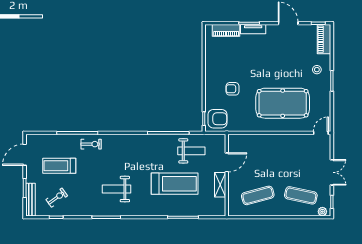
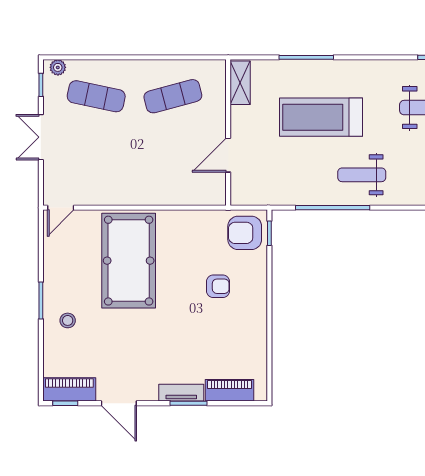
piano: (324, 39) -> (69, 389), moved, turned -90
pool table: (283, 103) -> (129, 261), turned 90
weight bench: (191, 151) -> (362, 175), moved
shelving: (220, 185) -> (240, 83), moved

